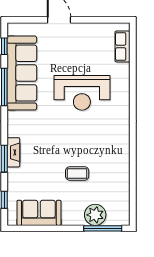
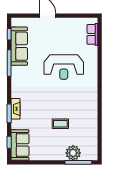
sofa: (22, 73) -> (19, 46), width x0.74, depth x0.79
sofa: (39, 213) -> (20, 145), moved, turned 90

